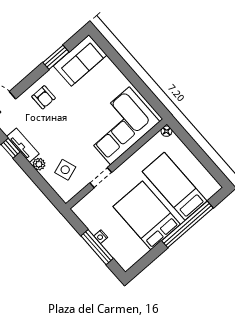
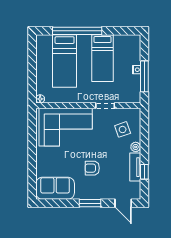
window: (56, 57) -> (90, 203), moved
armchair: (44, 97) -> (92, 168), moved, turned -90
bed: (147, 215) -> (102, 58), width x0.67
window: (97, 247) -> (144, 76), moved

